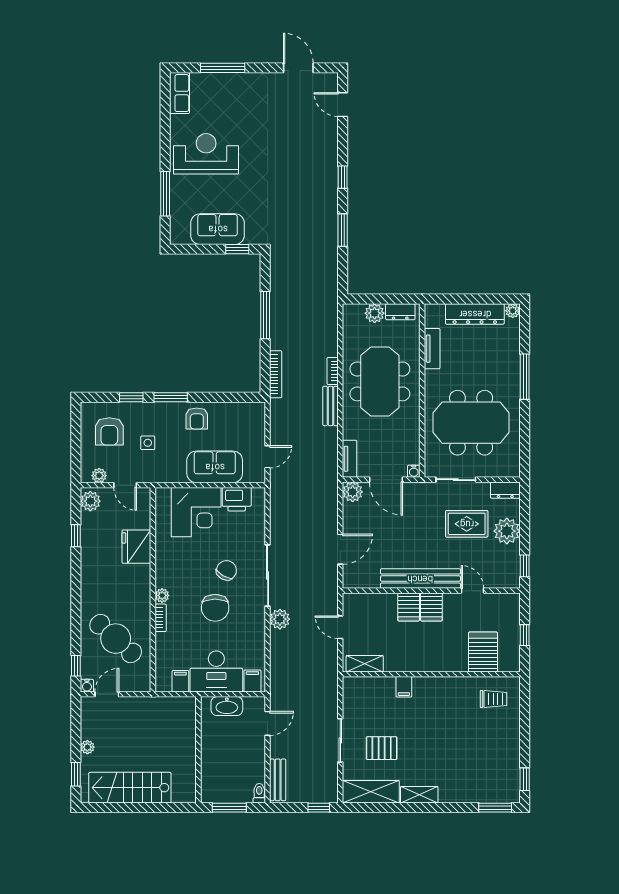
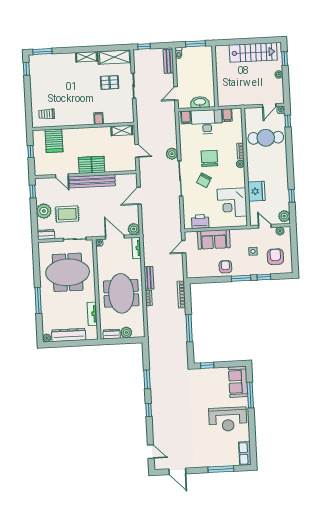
sofa: (218, 229) -> (238, 382), moved, turned 90
corner desk: (196, 512) -> (232, 203), moved, turned -90
cafe table: (116, 639) -> (266, 138), turned -42

